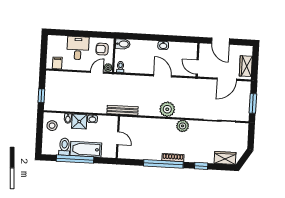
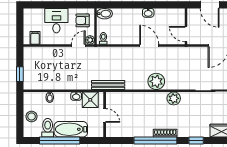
shower: (79, 122) -> (90, 100), moved
stool: (52, 126) -> (32, 116), moved

